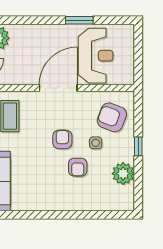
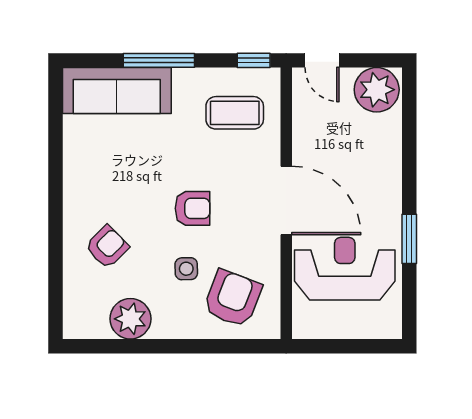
reception desk: (96, 56) -> (345, 269), turned 180
window: (138, 146) -> (180, 346), removed
armchair: (78, 167) -> (107, 247), moved, turned 135

